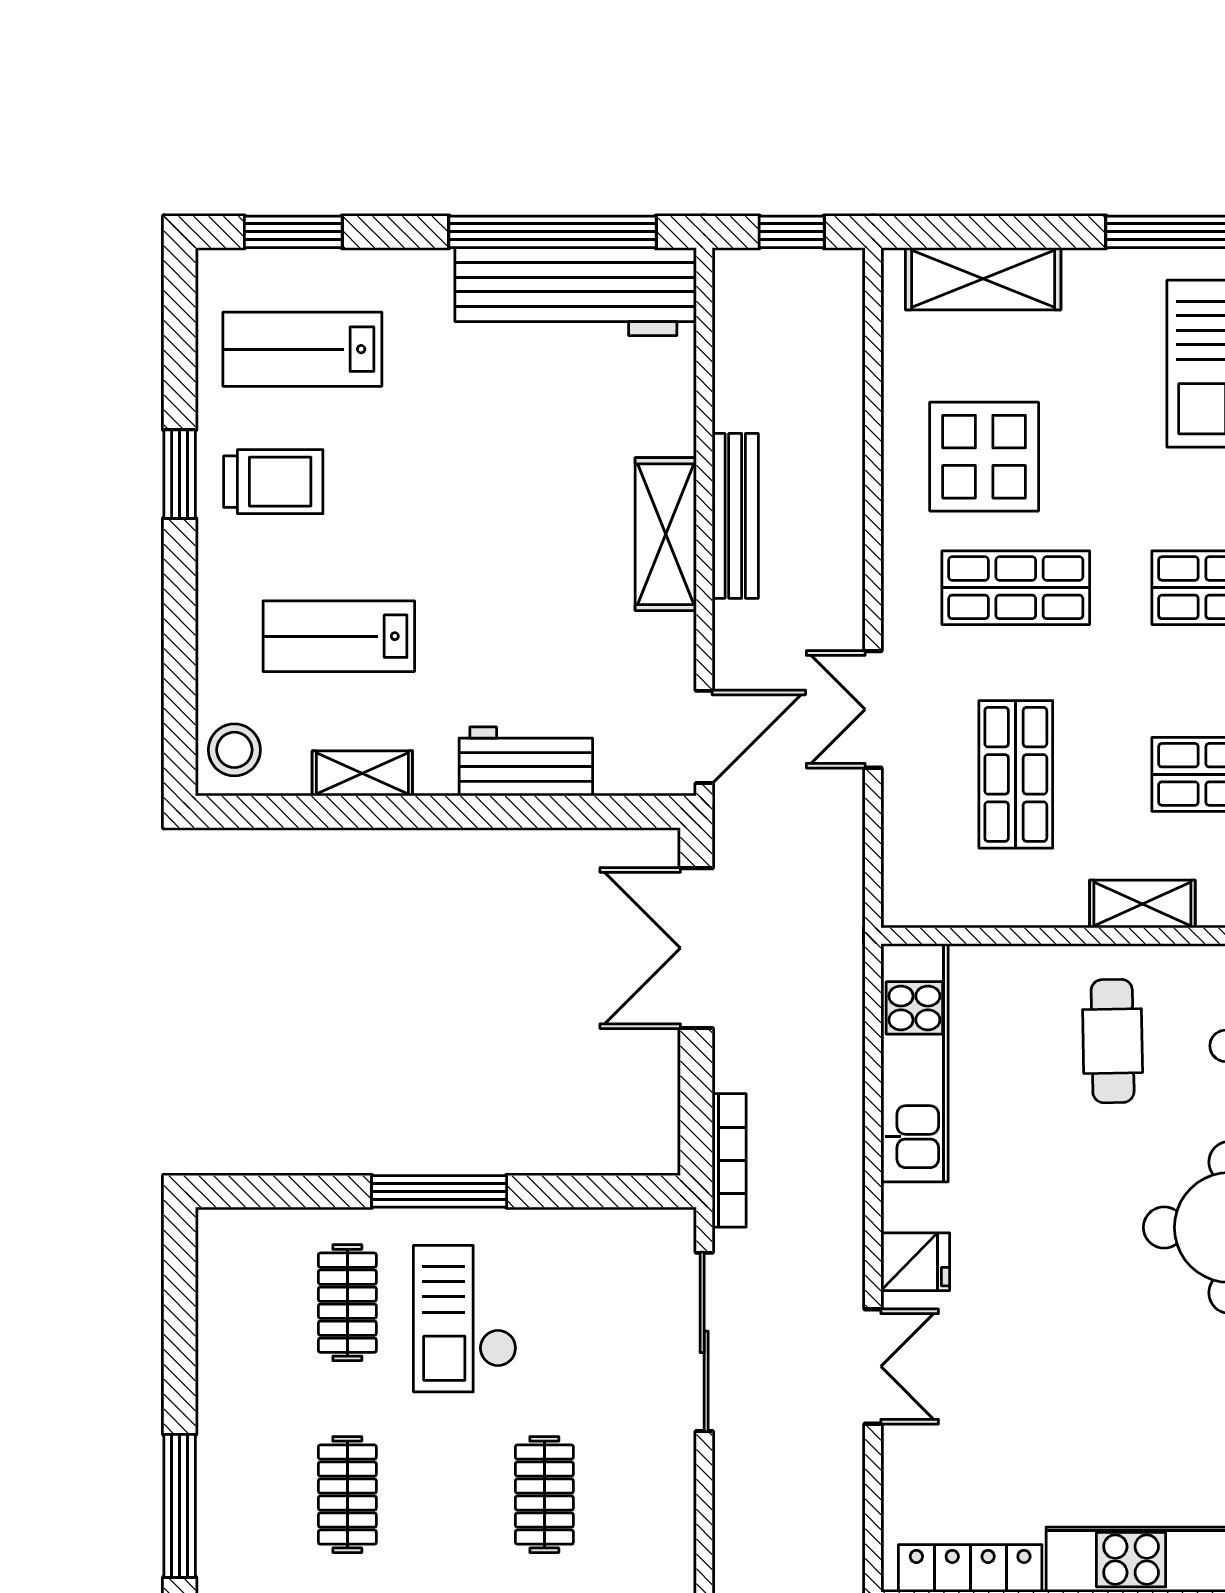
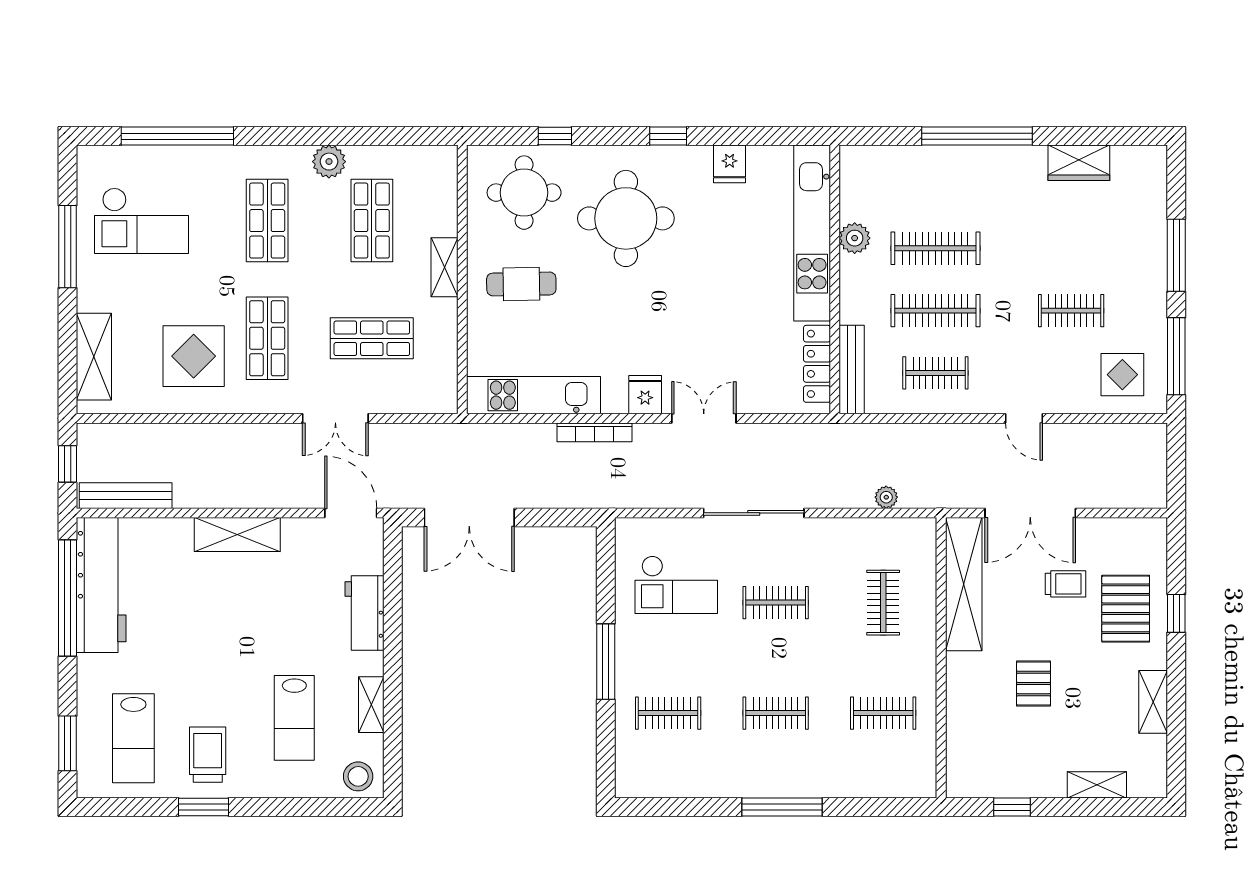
bench: (735, 516) -> (126, 496), moved
bookcase: (729, 1160) -> (594, 432), moved, turned 180
checkout: (465, 1319) -> (676, 585), moved
sliding door: (704, 1342) -> (754, 513), moved

